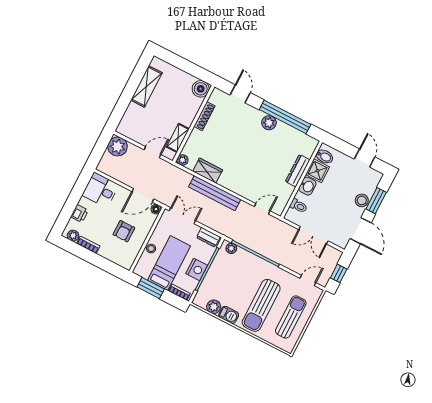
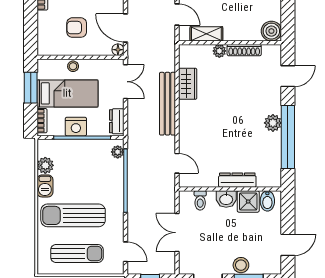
plant: (182, 160) -> (219, 51), moved

